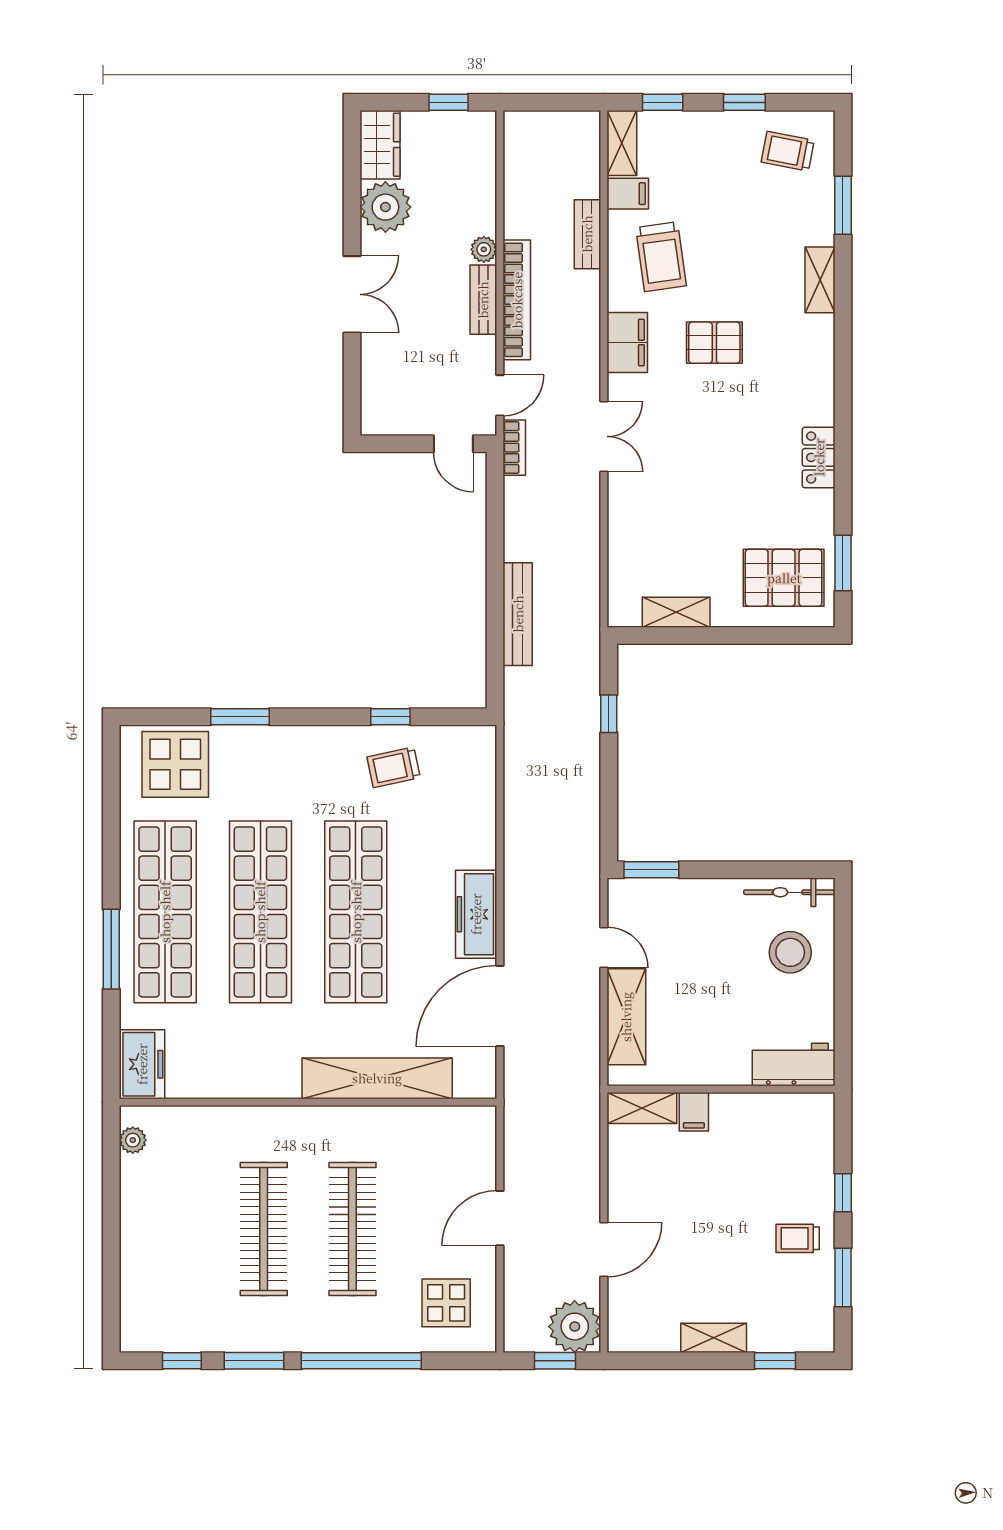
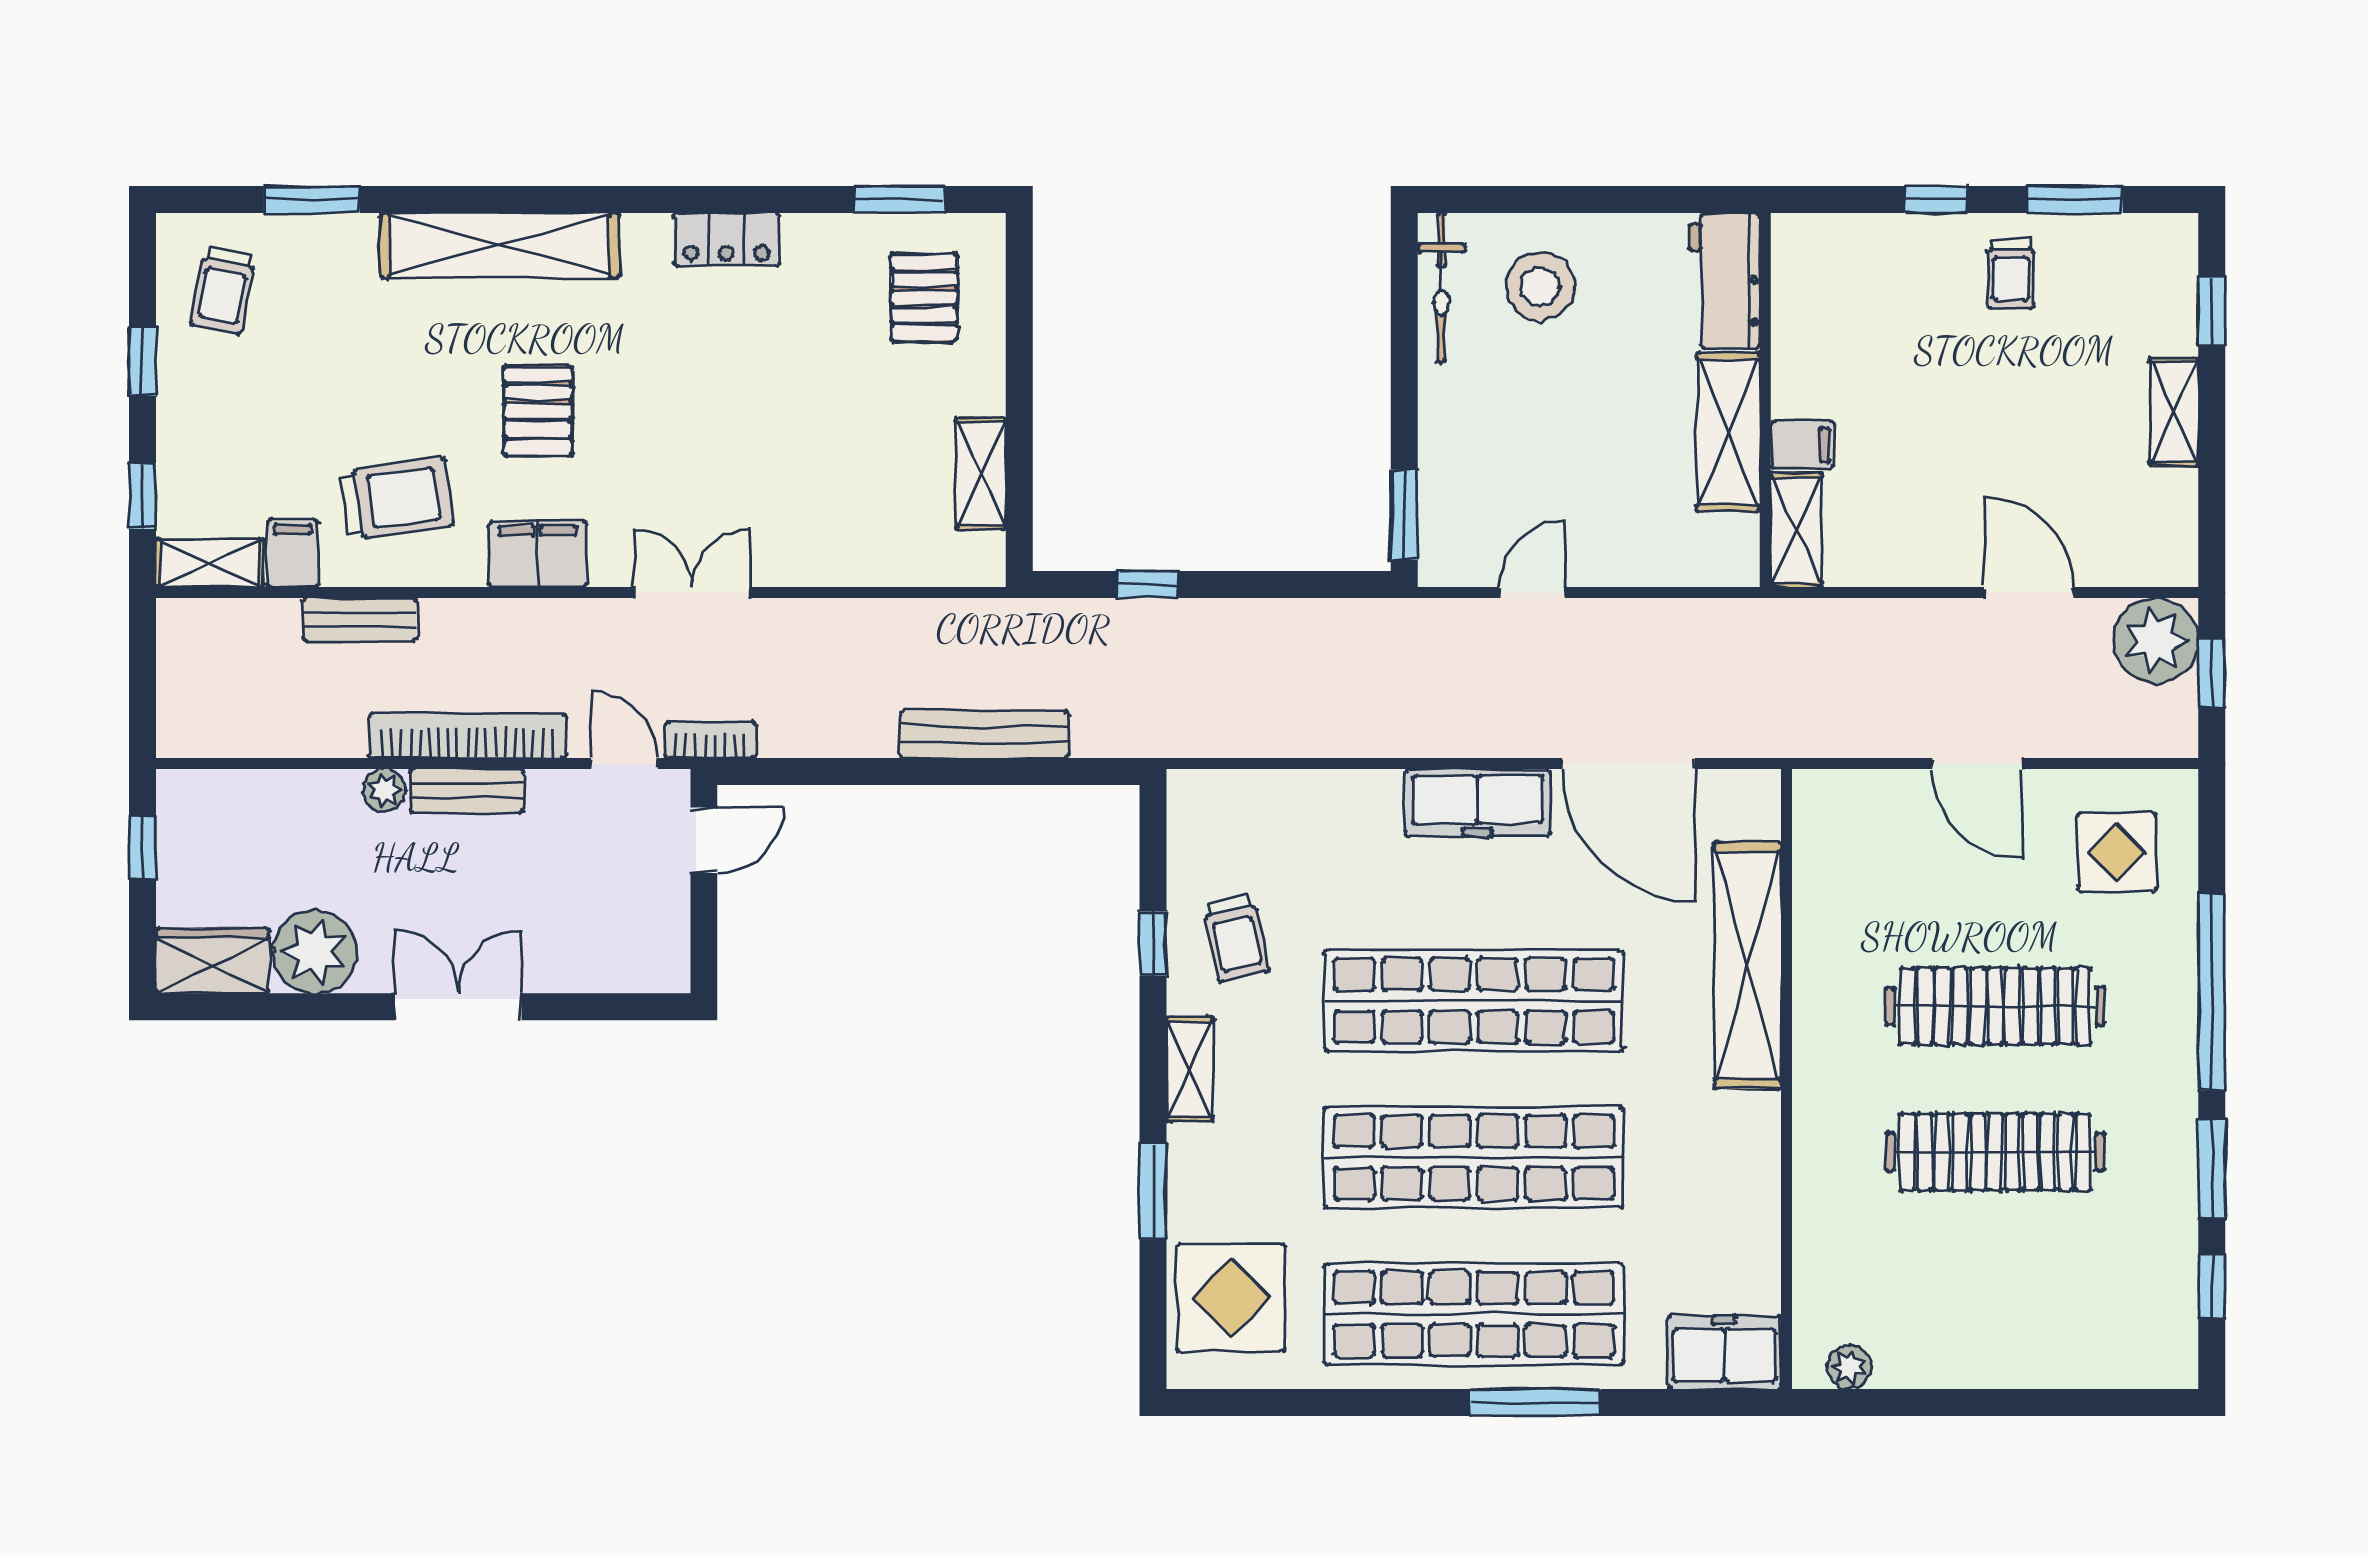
shelving: (820, 280) -> (500, 245), width x2.20, depth x1.33
pallet: (784, 578) -> (924, 297), width x0.67, depth x0.71
shelving: (314, 739) -> (1190, 1069), added
shelving: (626, 1017) -> (1728, 432), moved, turned 90

